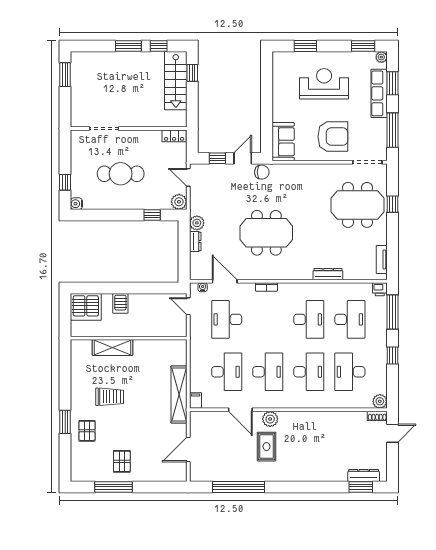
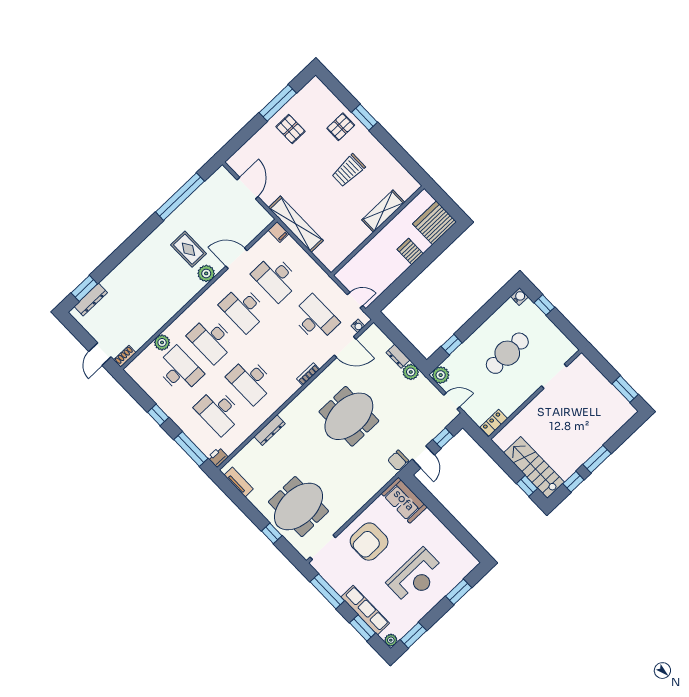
plant: (380, 401) -> (162, 342), moved
pallet: (87, 431) -> (341, 127), turned 90

